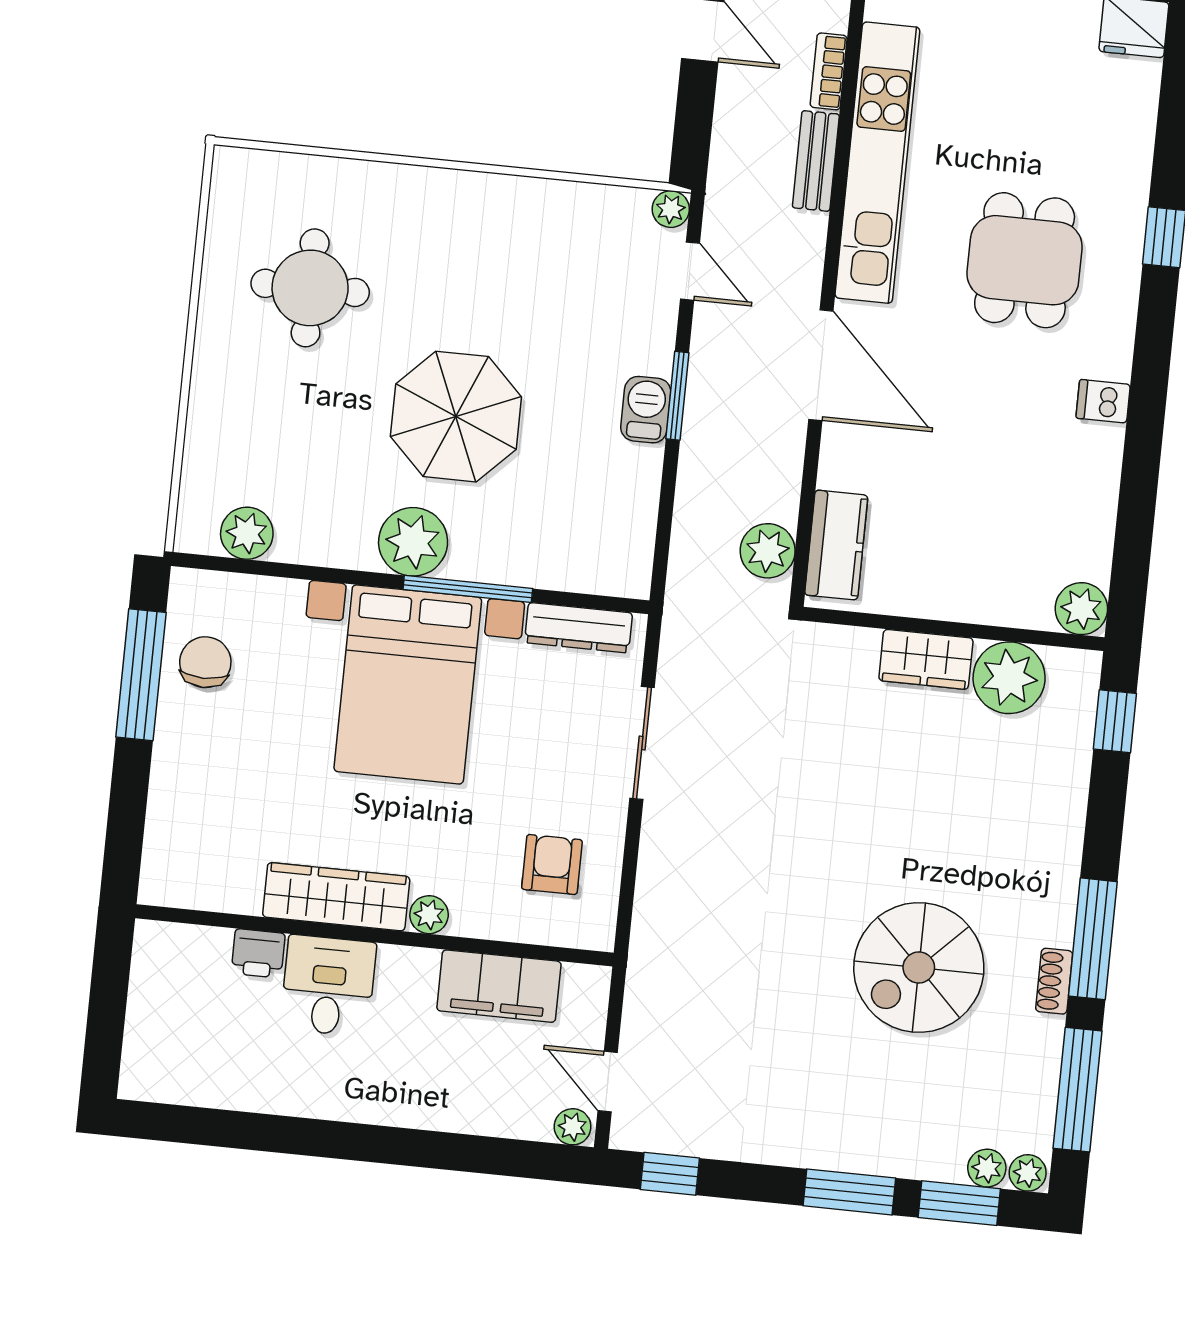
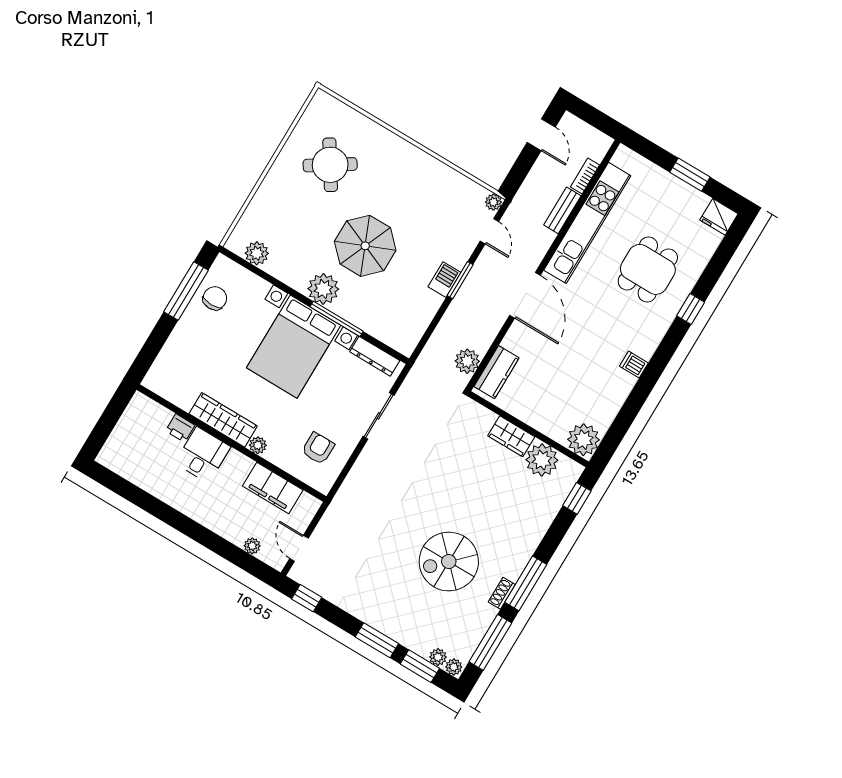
dining table: (1025, 260) -> (648, 269), moved
round table: (310, 288) -> (330, 165), turned -33
plant: (1081, 609) -> (583, 440), width x1.36, depth x1.36
plant: (573, 1127) -> (252, 546), moved

